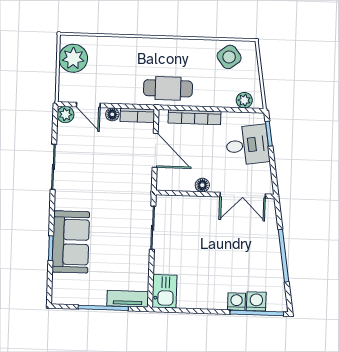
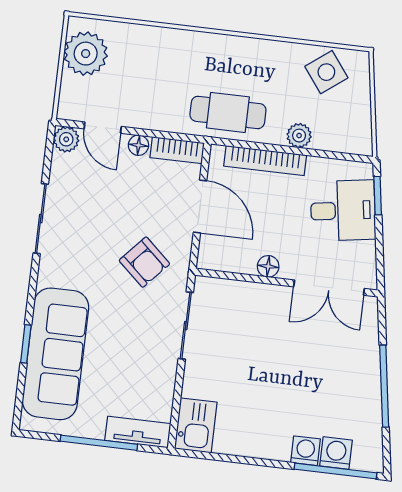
plant: (244, 100) -> (299, 136), moved
armchair: (123, 189) -> (144, 262), added
sofa: (71, 242) -> (55, 354), width x1.36

